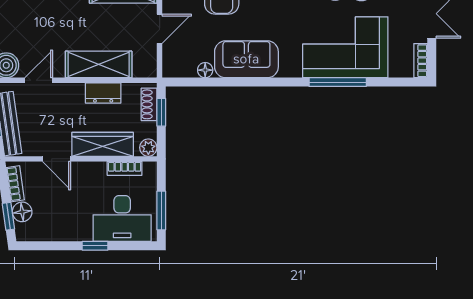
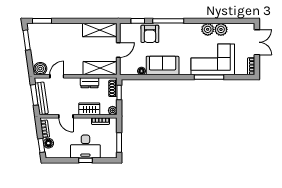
shelving: (99, 64) -> (100, 68), moved
wardrobe: (103, 144) -> (89, 109), width x0.67
desk: (122, 218) -> (85, 147), moved

